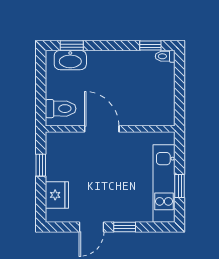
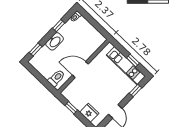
window: (150, 46) -> (59, 26), moved
washbasin: (70, 60) -> (55, 41), moved
window: (125, 227) -> (135, 91), moved

